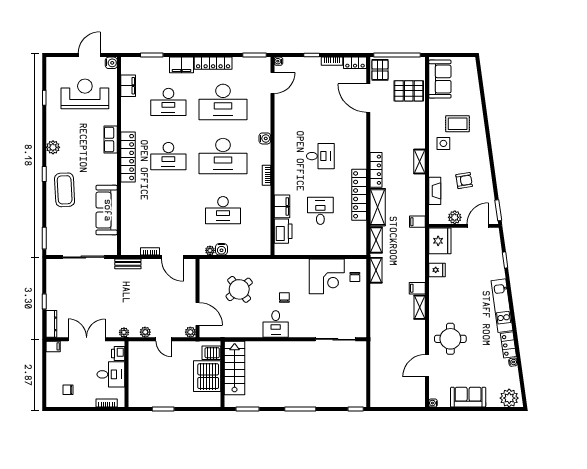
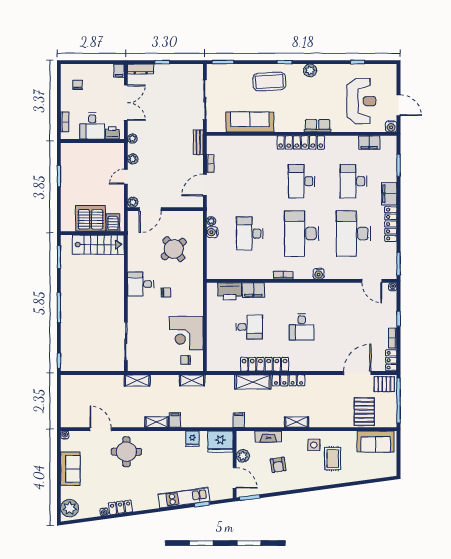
shelving: (376, 240) -> (137, 380), moved
kitchen unit: (502, 306) -> (184, 498), moved

